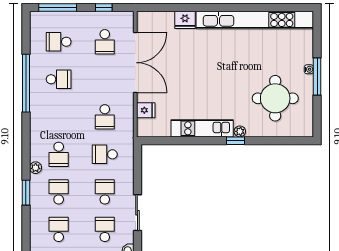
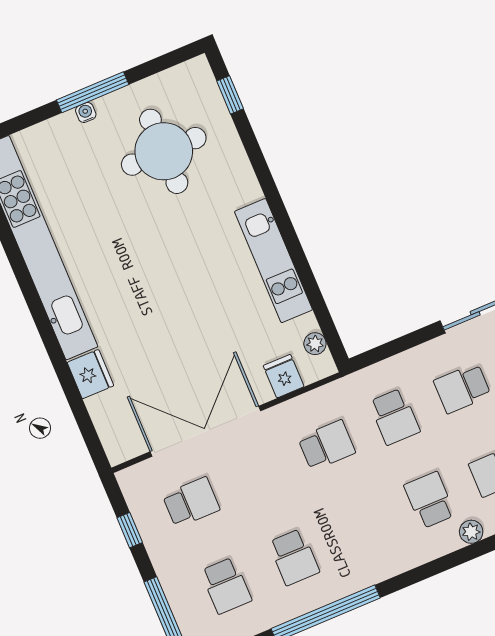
school desk: (59, 79) -> (294, 557), turned 180
plant: (240, 131) -> (315, 344), moved
window: (236, 141) -> (230, 95), moved
school desk: (59, 154) -> (430, 500), turned -90

